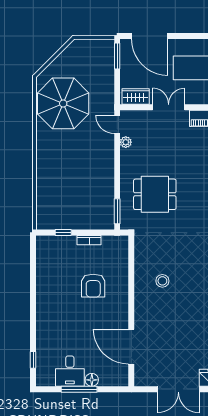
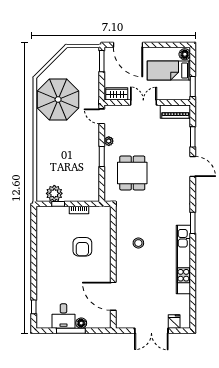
plant: (126, 142) -> (109, 141), moved
dining table: (155, 194) -> (132, 173), turned 90
window: (117, 211) -> (102, 157), moved
plant: (58, 220) -> (54, 193), added

